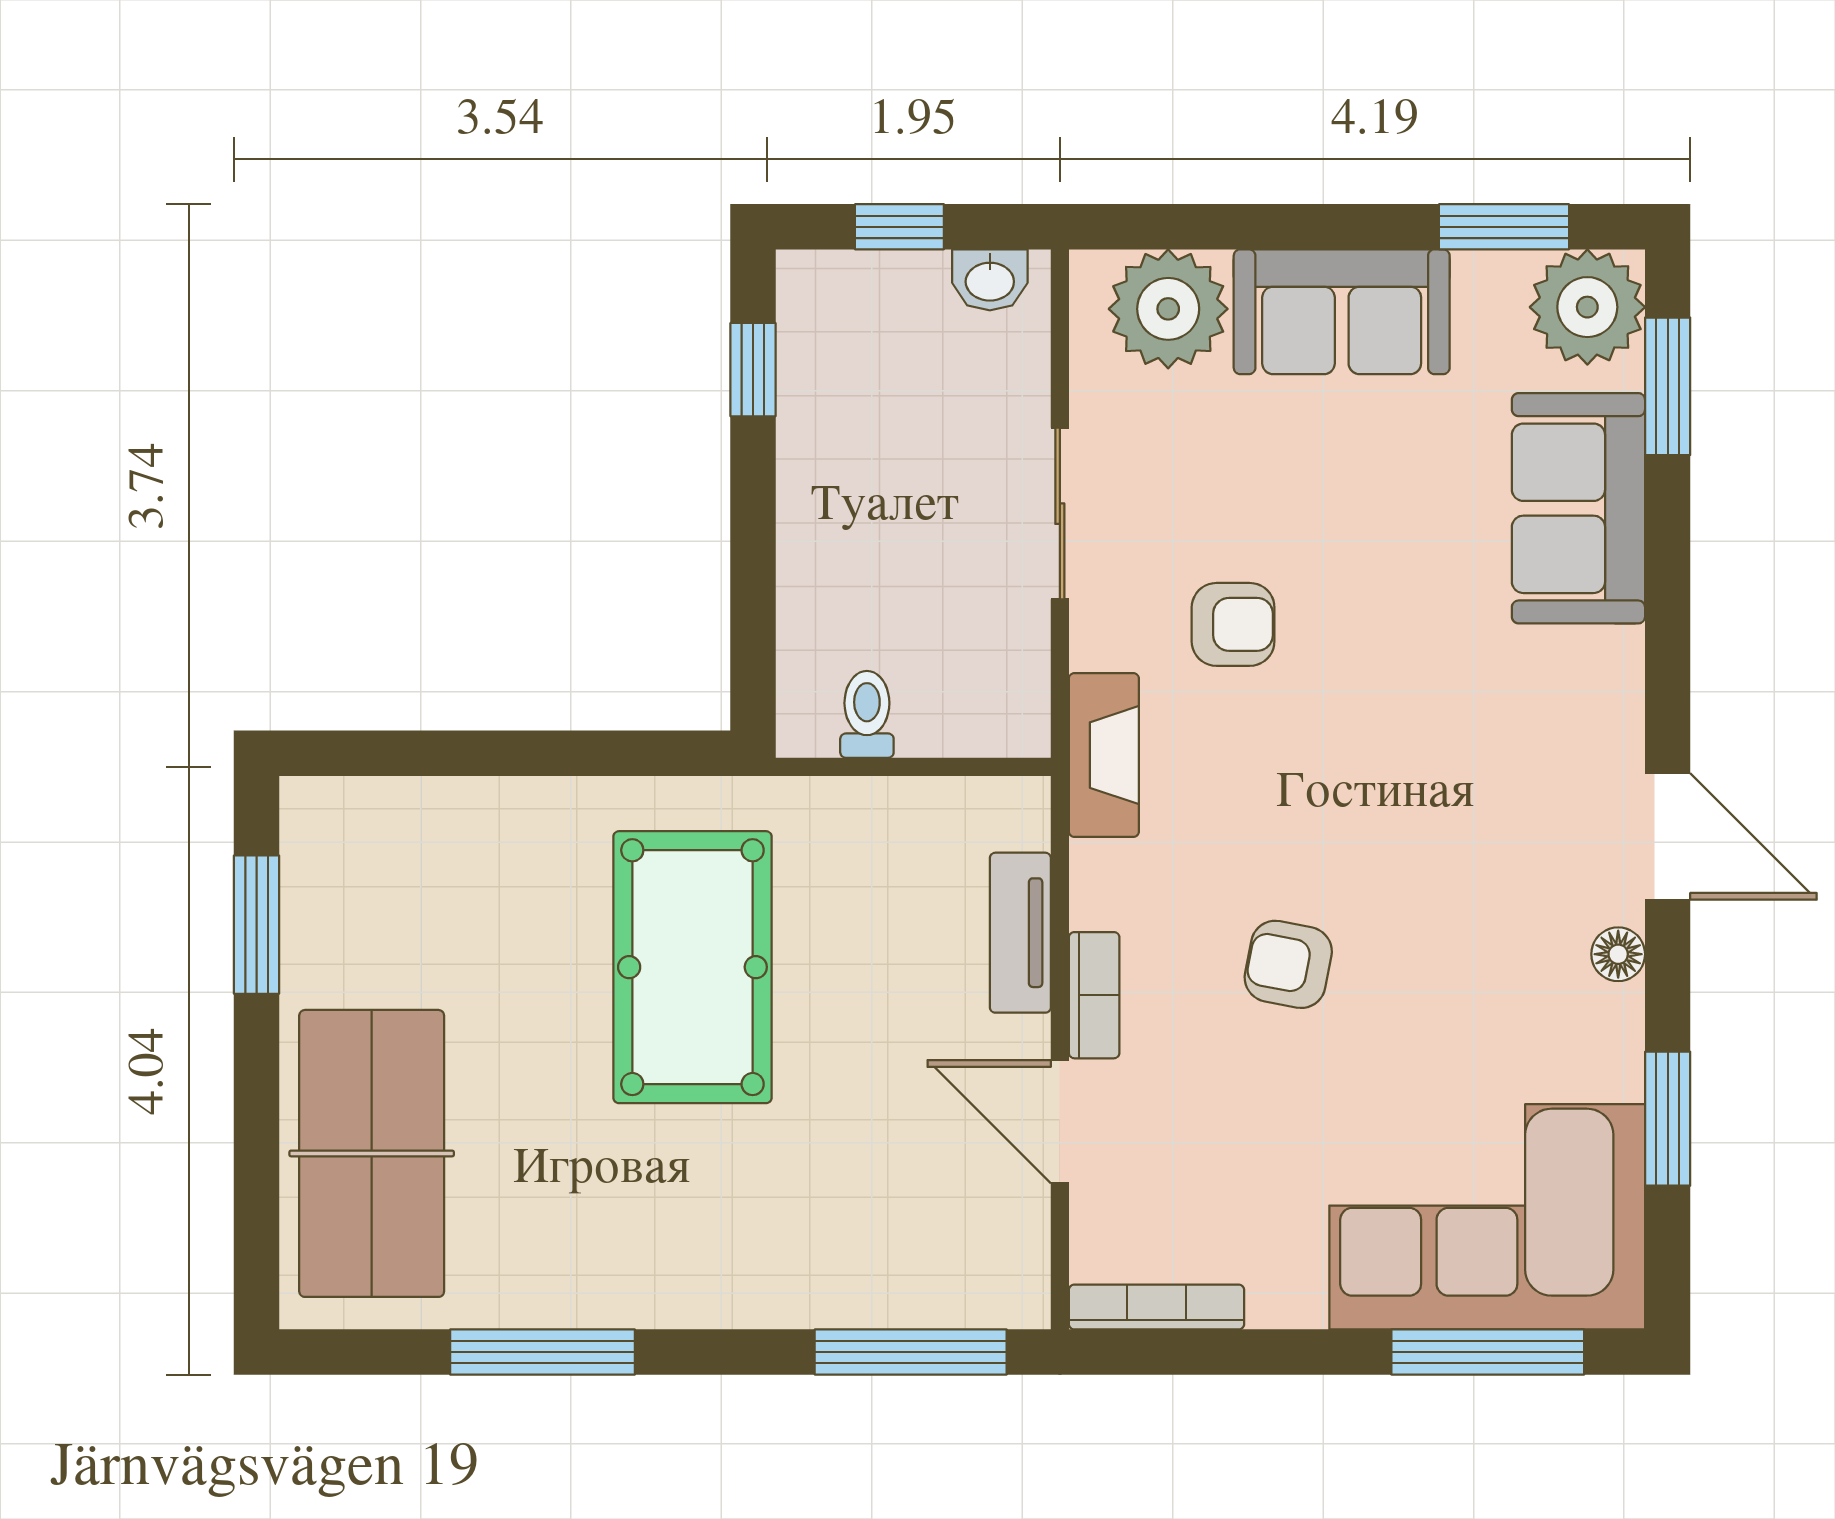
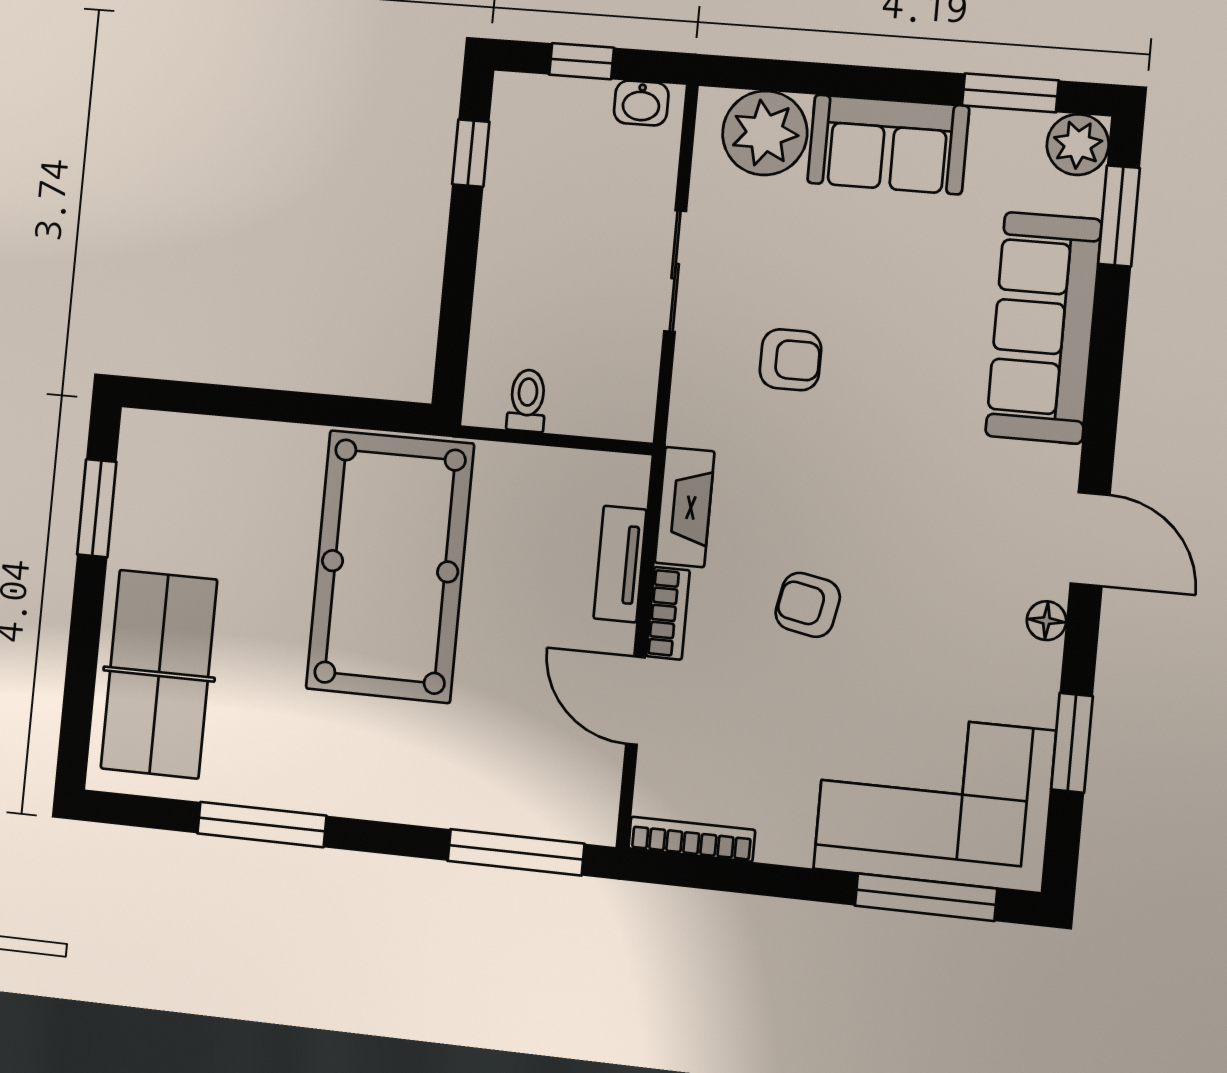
plant: (1587, 307) -> (1078, 145), width x0.73, depth x0.73
sofa: (1578, 508) -> (1044, 328), width x1.36
fireplace: (1104, 755) -> (685, 507), moved
pool table: (692, 967) -> (390, 566), width x1.36, depth x1.32

